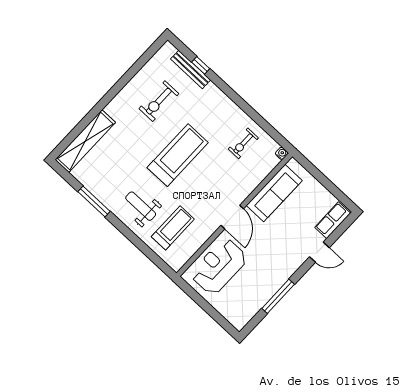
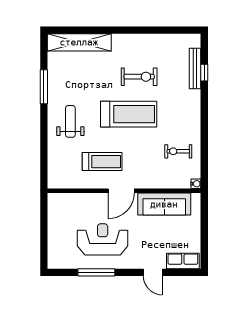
exercise bike: (159, 101) -> (139, 77), moved, turned 180
treadmill: (173, 228) -> (102, 162), moved
reception desk: (219, 266) -> (103, 239), moved

